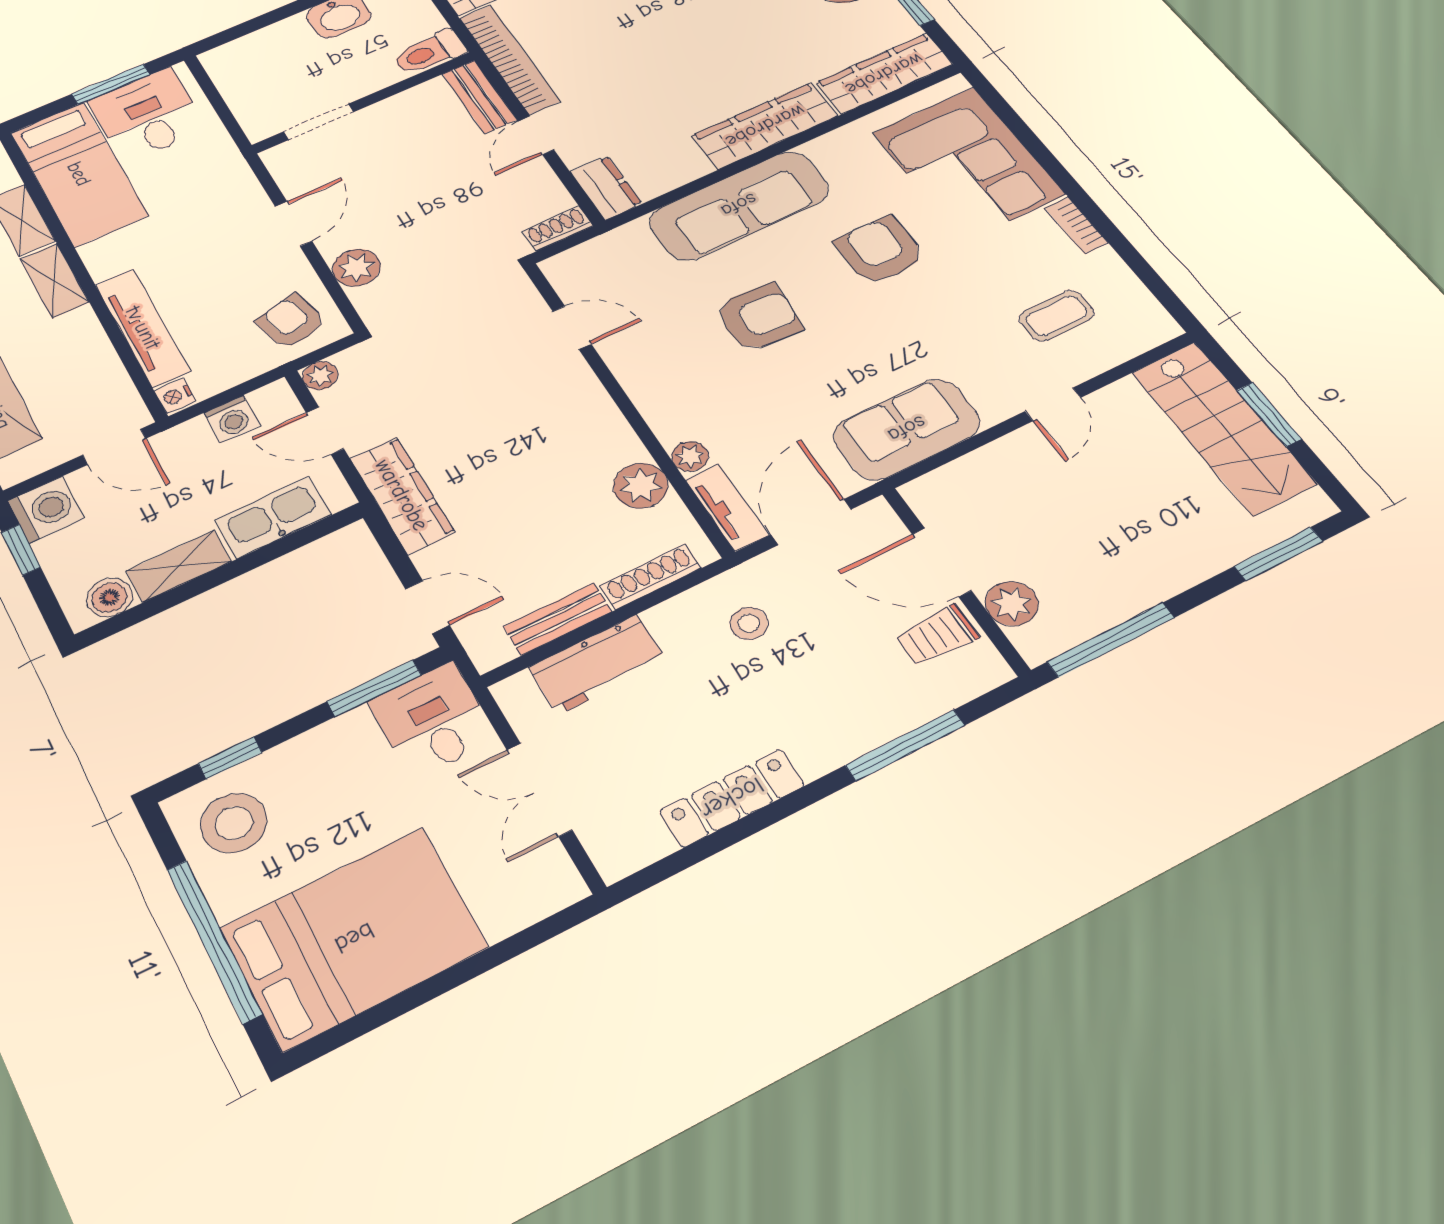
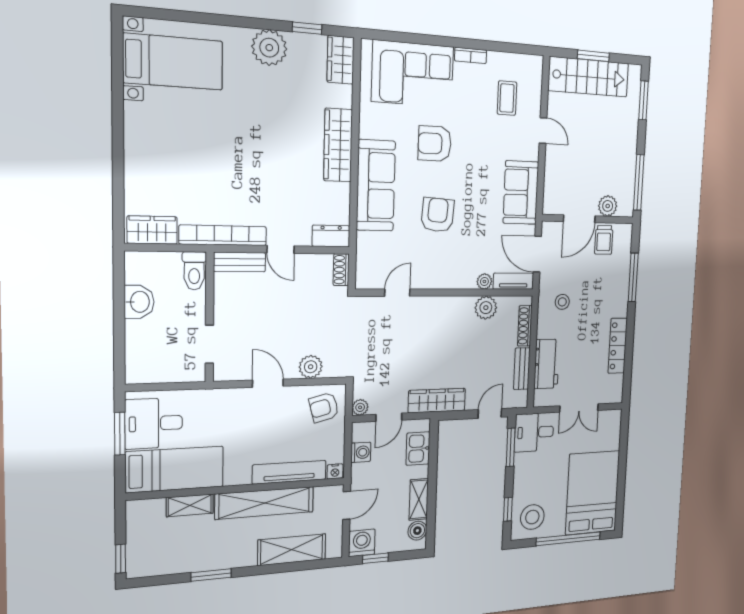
wardrobe: (884, 74) -> (341, 60), width x0.67
shelving: (54, 280) -> (265, 503), width x2.20, depth x1.33
kitchen sink: (273, 517) -> (418, 448), width x0.73

